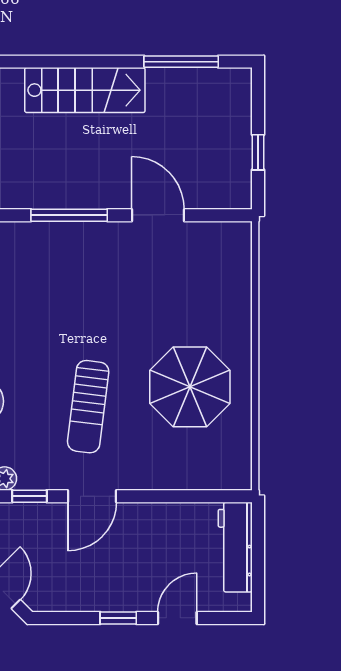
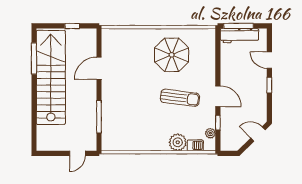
stairs: (85, 90) -> (51, 77), width x1.86, depth x1.51
window: (69, 215) -> (99, 117), moved
window: (258, 545) -> (238, 26), added

